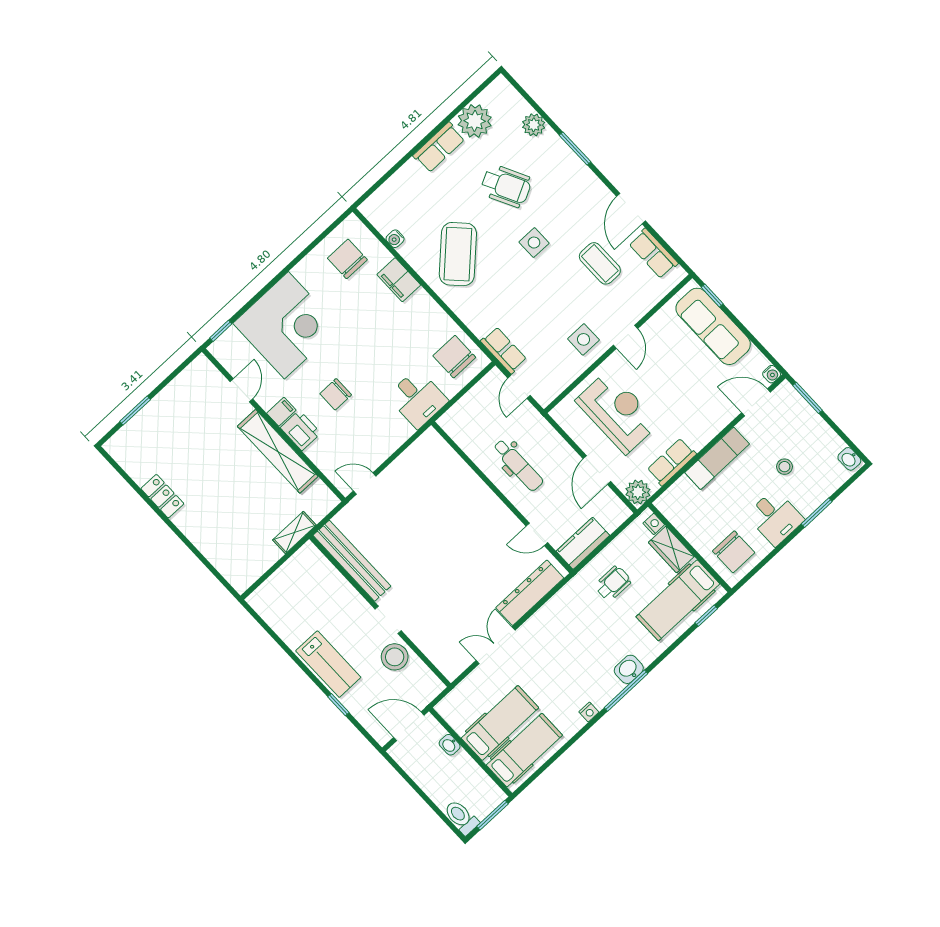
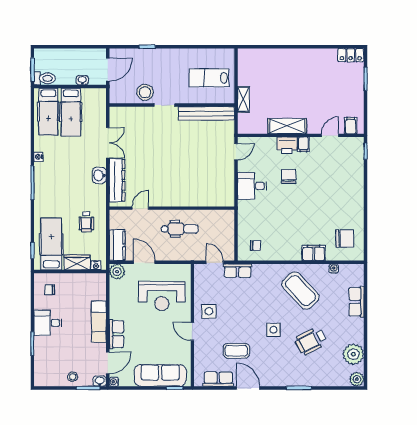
plant: (534, 125) -> (357, 379), moved
row of seats: (439, 147) -> (357, 302), moved
corner desk: (286, 325) -> (340, 183), removed
chair: (454, 357) -> (256, 246), width x0.54, depth x0.54
filing cabinet: (207, 377) -> (351, 126), added
door: (241, 390) -> (330, 135), swing flipped
desk: (418, 399) -> (252, 186), moved
shelving: (278, 451) -> (287, 126), width x0.68
washbasin: (849, 459) -> (100, 381), moved
row of seats: (672, 462) -> (116, 334), moved
dental chair: (518, 465) -> (180, 229), turned 180
stool: (784, 467) -> (73, 377), moved
locker: (162, 496) -> (351, 55), moved
kitchen counter: (583, 543) -> (117, 245), moved
chair: (734, 552) -> (50, 290), width x0.54, depth x0.54
lab bench: (328, 664) -> (209, 78), moved
washbasin: (629, 669) -> (99, 175), moved, turned 180
toilet: (461, 817) -> (45, 78), moved

